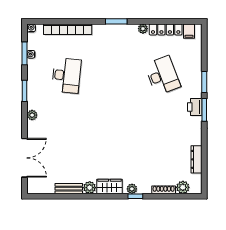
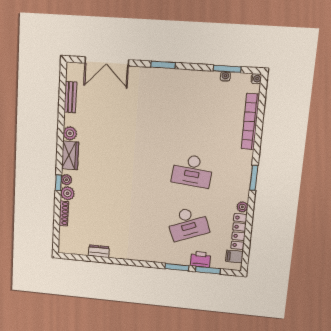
desk: (66, 75) -> (192, 171), moved
window: (25, 91) -> (163, 65), moved
printer: (195, 107) -> (201, 259), moved
window: (204, 110) -> (208, 270), moved
plant: (32, 115) -> (155, 73), removed
dresser: (196, 159) -> (99, 251), width x0.70
plant: (183, 187) -> (67, 193), moved
bench: (69, 189) -> (70, 97), moved

